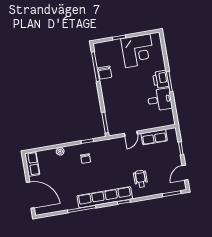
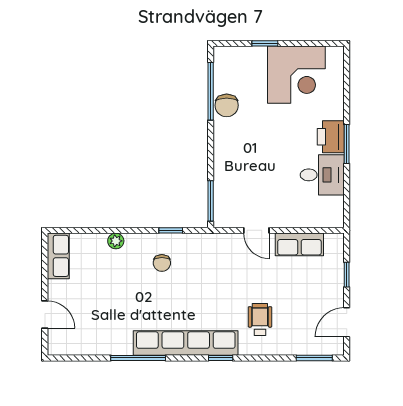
door: (131, 134) -> (256, 230), hinge flipped
door: (30, 195) -> (45, 315), width x0.53

